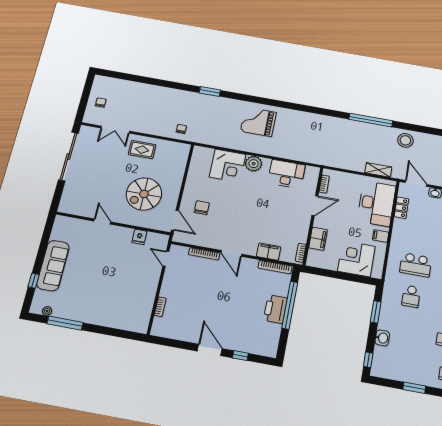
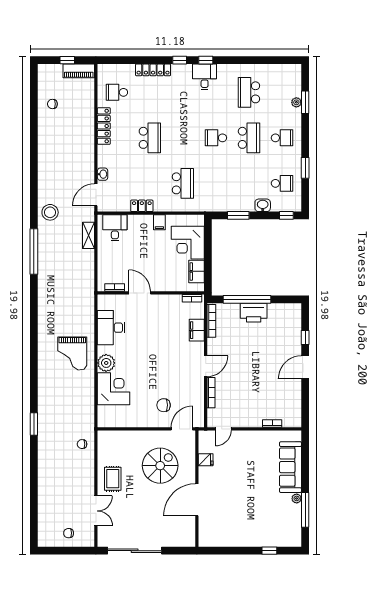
grand piano: (258, 122) -> (72, 353), moved
spiral stairs: (144, 194) -> (160, 466), turned -90
desk: (376, 203) -> (115, 228), width x0.53, depth x0.77
locker: (401, 208) -> (142, 206), moved
door: (102, 221) -> (197, 500), width x1.87
filing cabinet: (318, 239) -> (197, 271), moved, turned -90
sofa: (53, 266) -> (290, 467), moved, turned -90
school desk: (411, 296) -> (282, 183), moved
plant: (47, 311) -> (297, 498), moved

